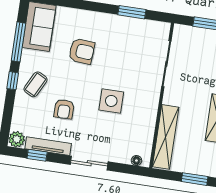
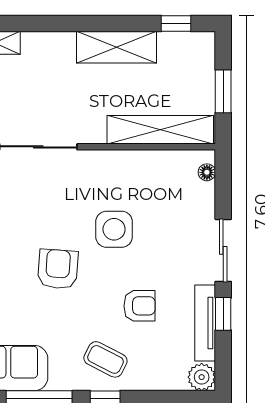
armchair: (82, 51) -> (58, 269), moved
window: (37, 155) -> (223, 314), moved
window: (195, 179) -> (223, 91), moved

